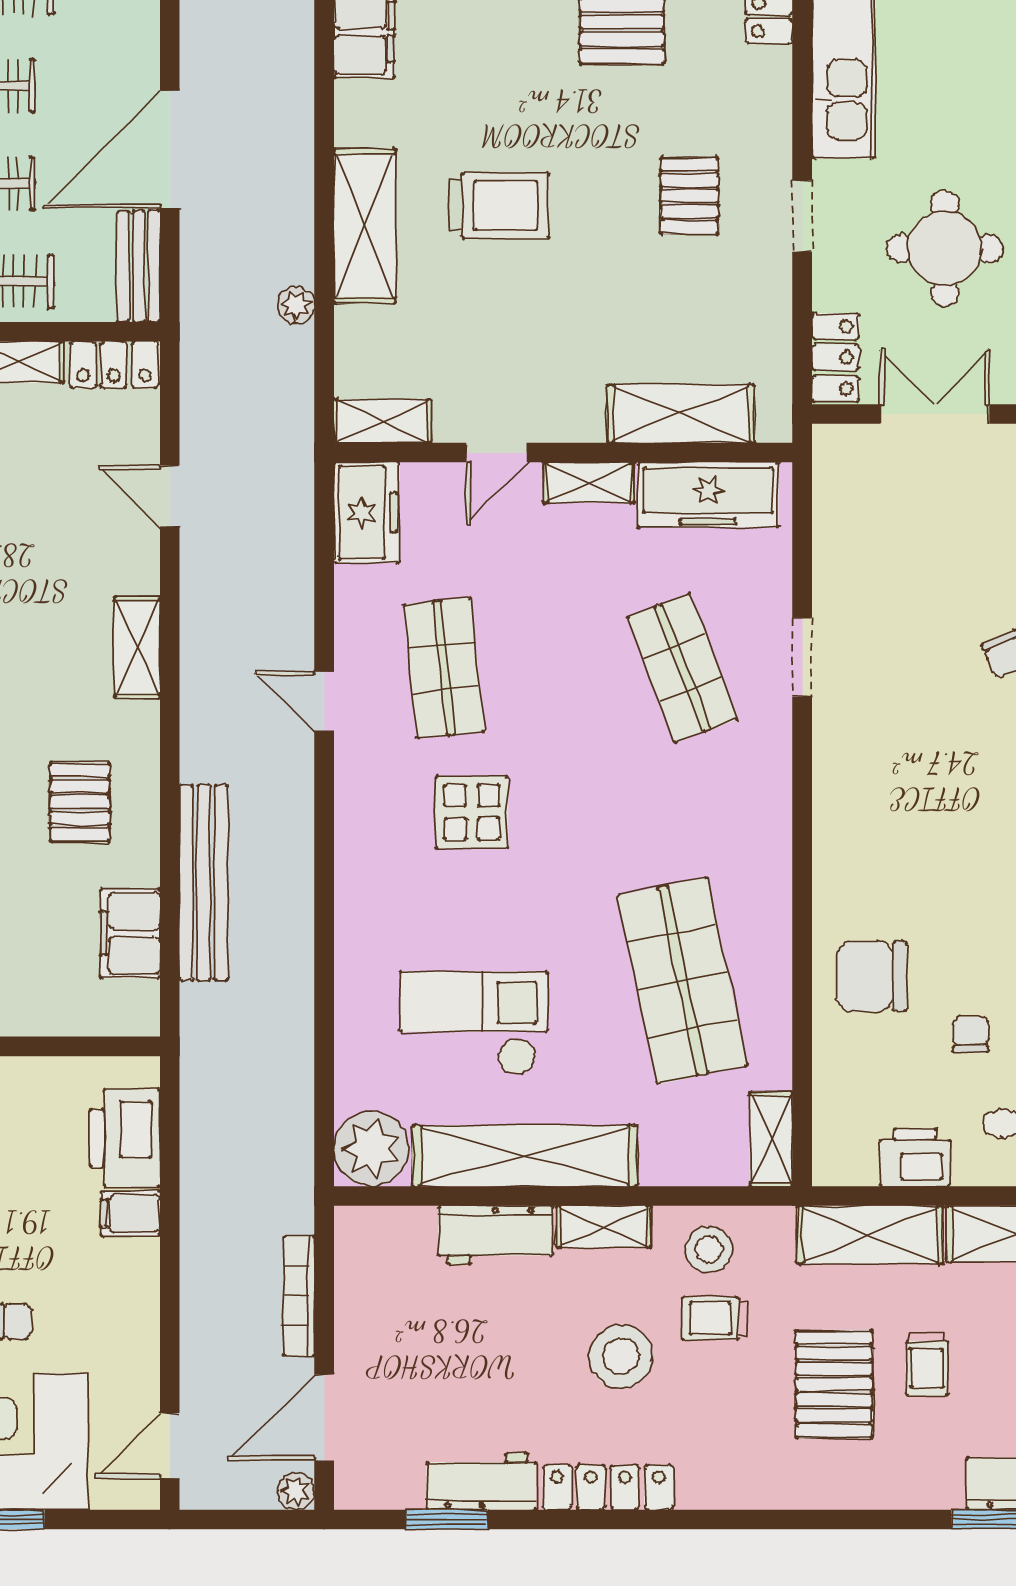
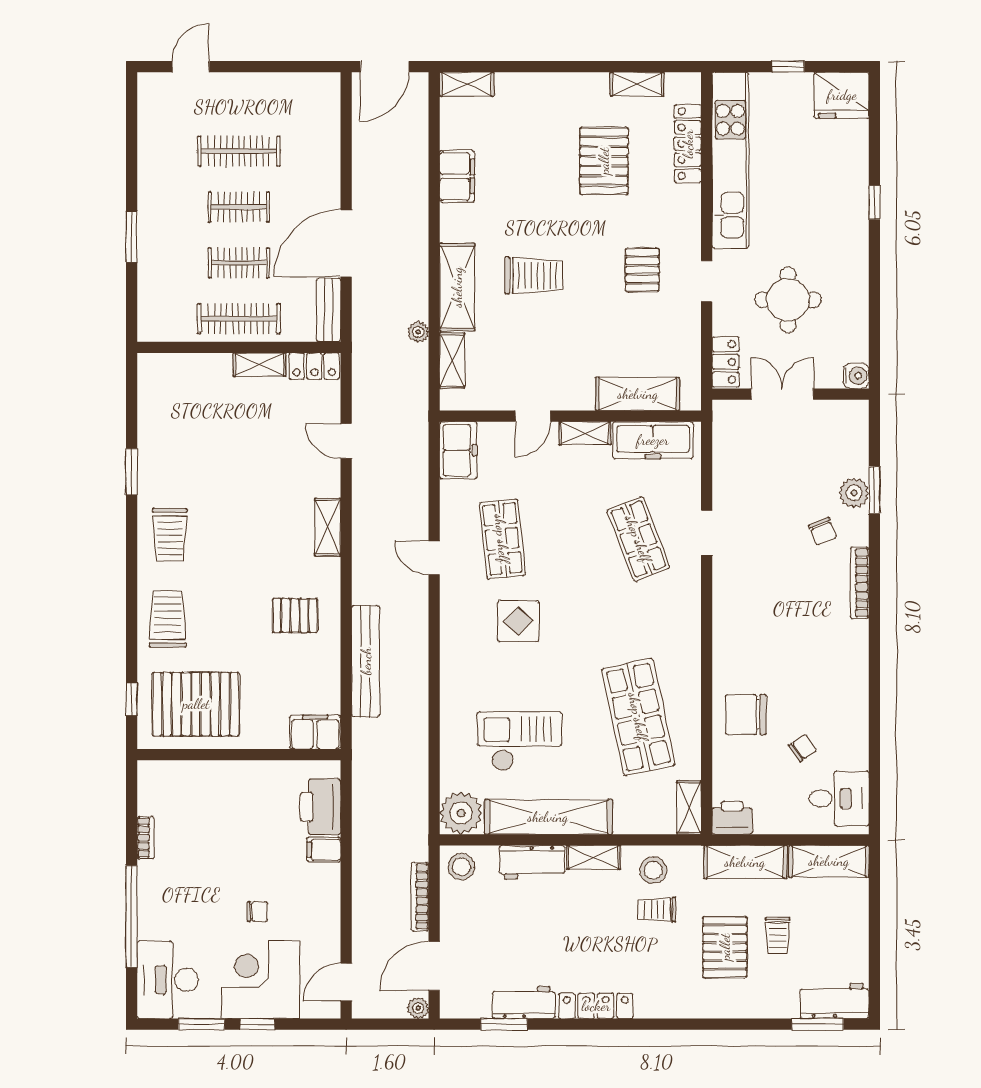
shelving: (382, 421) -> (452, 361), moved, turned 90
pallet: (80, 802) -> (295, 615), turned 90
filing cabinet: (130, 933) -> (315, 732), moved, turned 90
chair: (971, 1035) -> (803, 748), turned 55
printer: (915, 1157) -> (732, 818), moved
stool: (621, 1357) -> (461, 867), moved, width x0.73, depth x0.73

